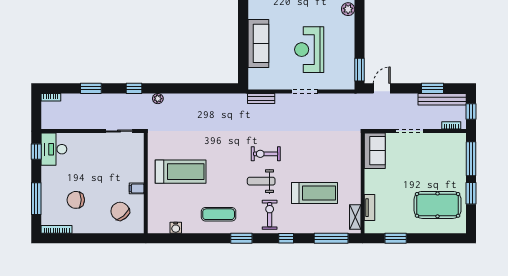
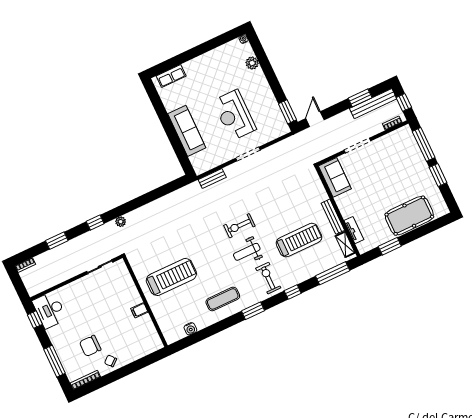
bench: (356, 186) -> (333, 217), added
pool table: (438, 205) -> (409, 216), moved
chair: (120, 211) -> (111, 361), moved, width x0.54, depth x0.54

